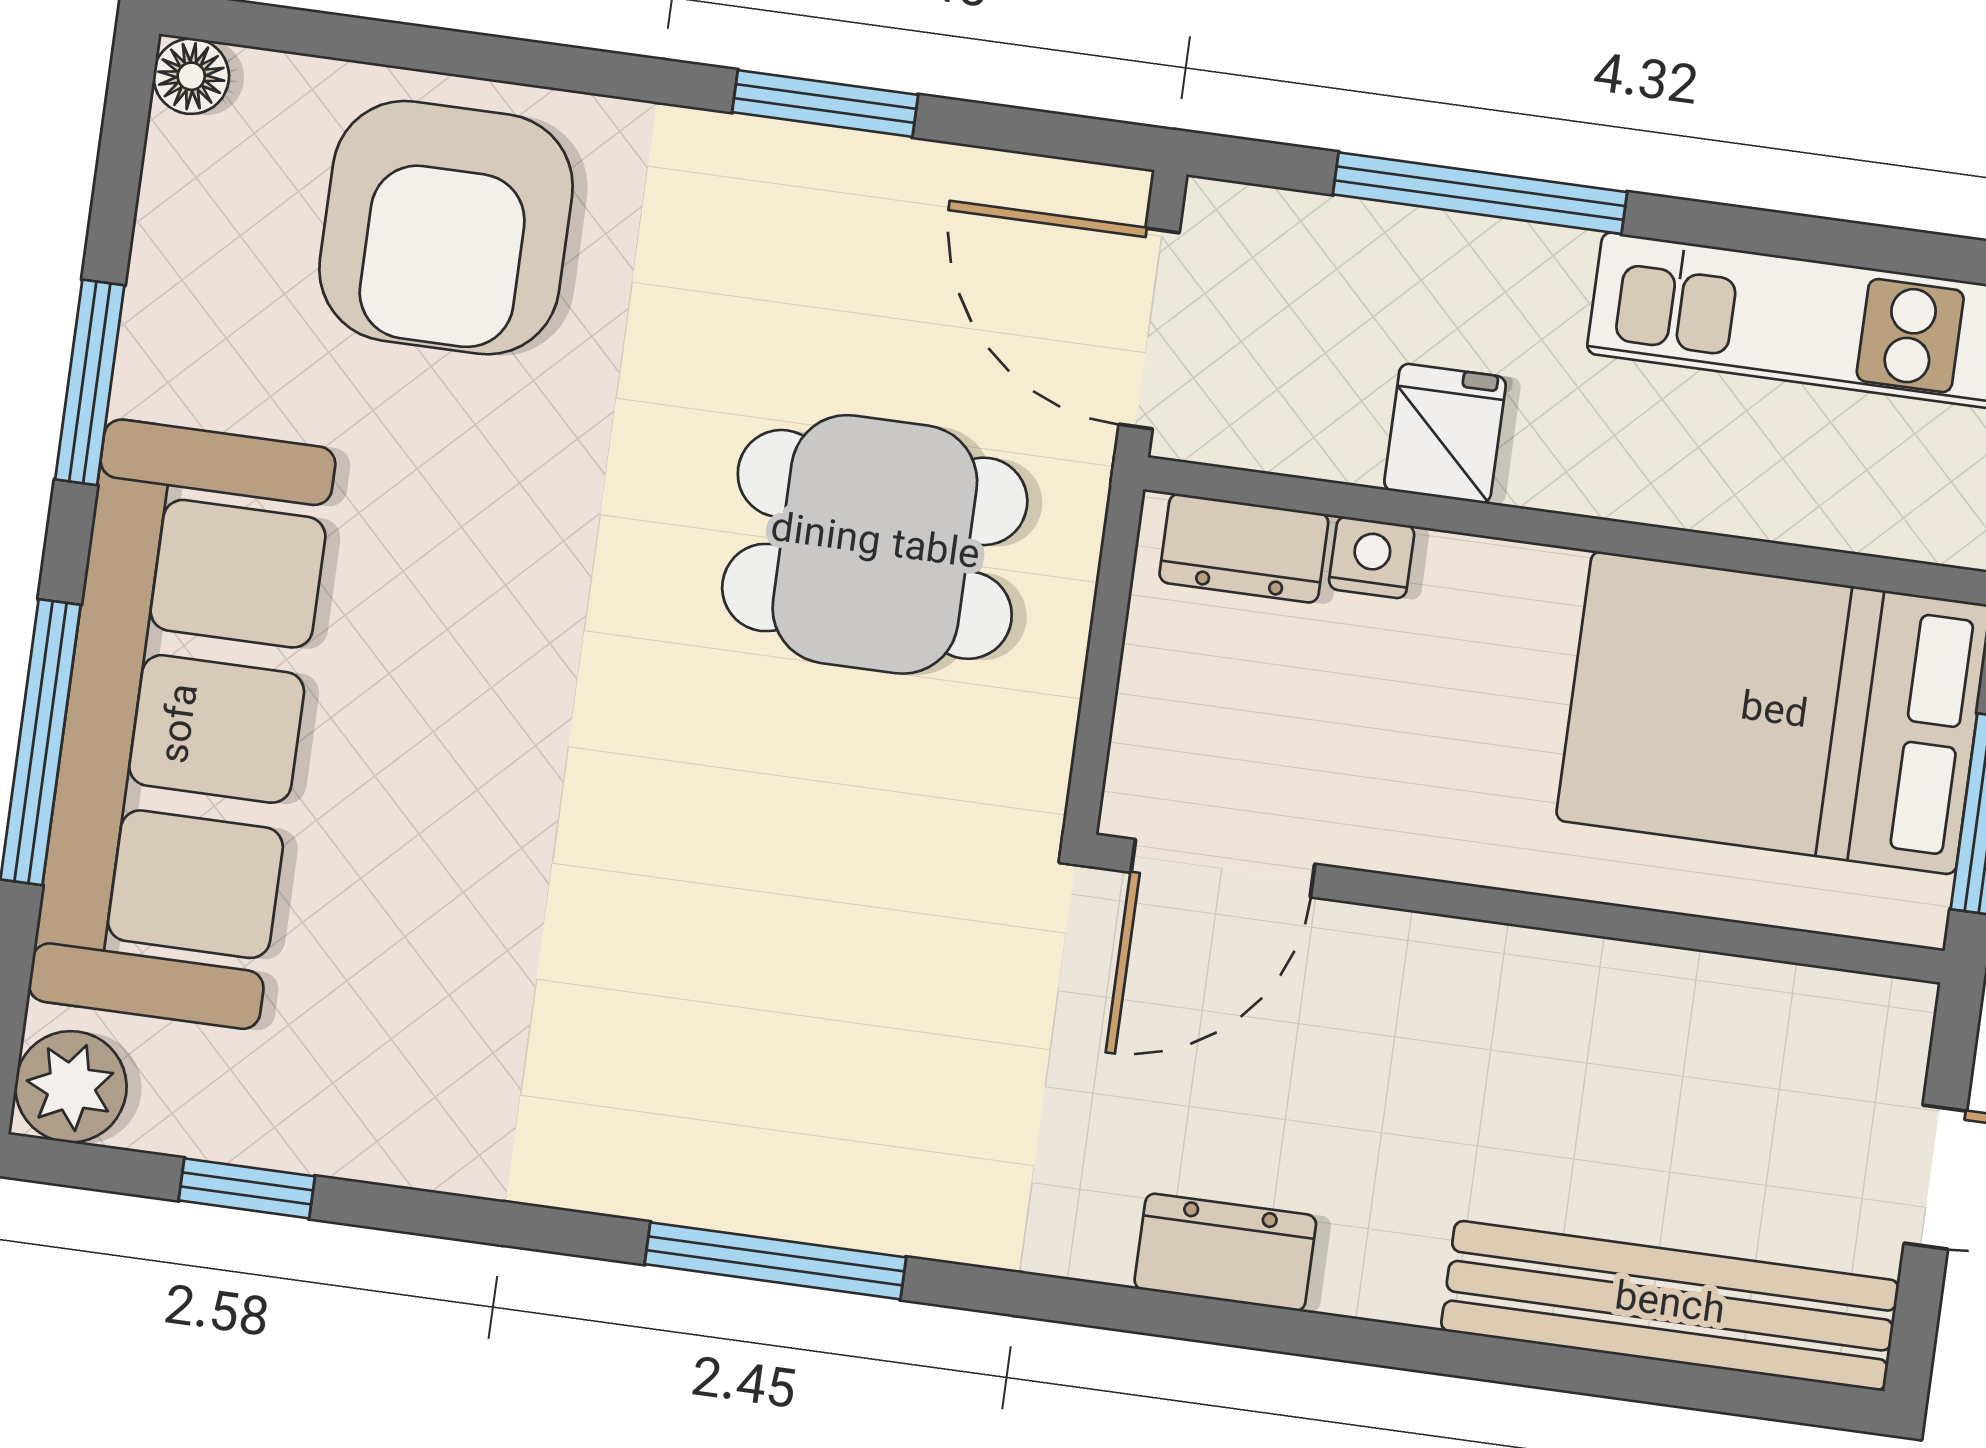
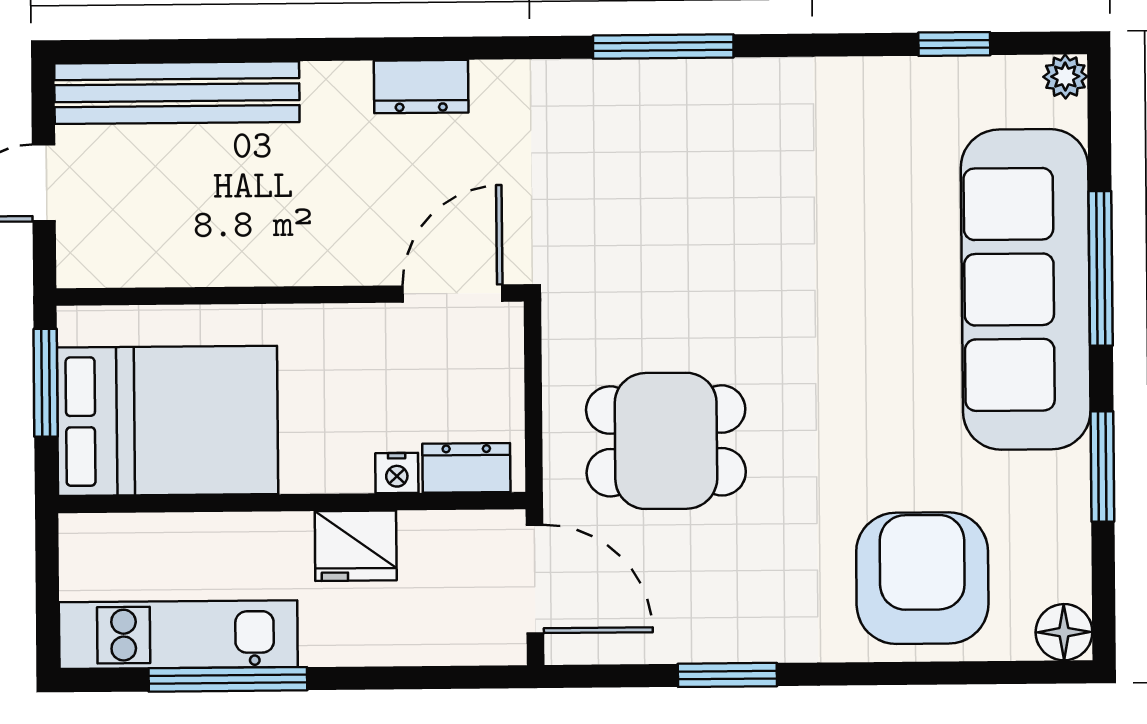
floor lamp: (191, 76) -> (1064, 632), width x1.37, depth x1.37
window: (1480, 193) -> (228, 679), moved
fridge: (1445, 433) -> (356, 546), width x1.38
plant: (71, 1087) -> (1065, 77), width x0.73, depth x0.73

